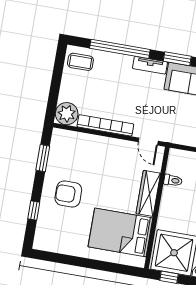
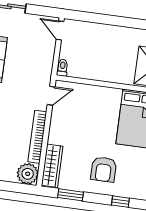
toilet: (173, 180) -> (62, 68), moved
wardrobe: (148, 193) -> (52, 166), moved, turned -90

